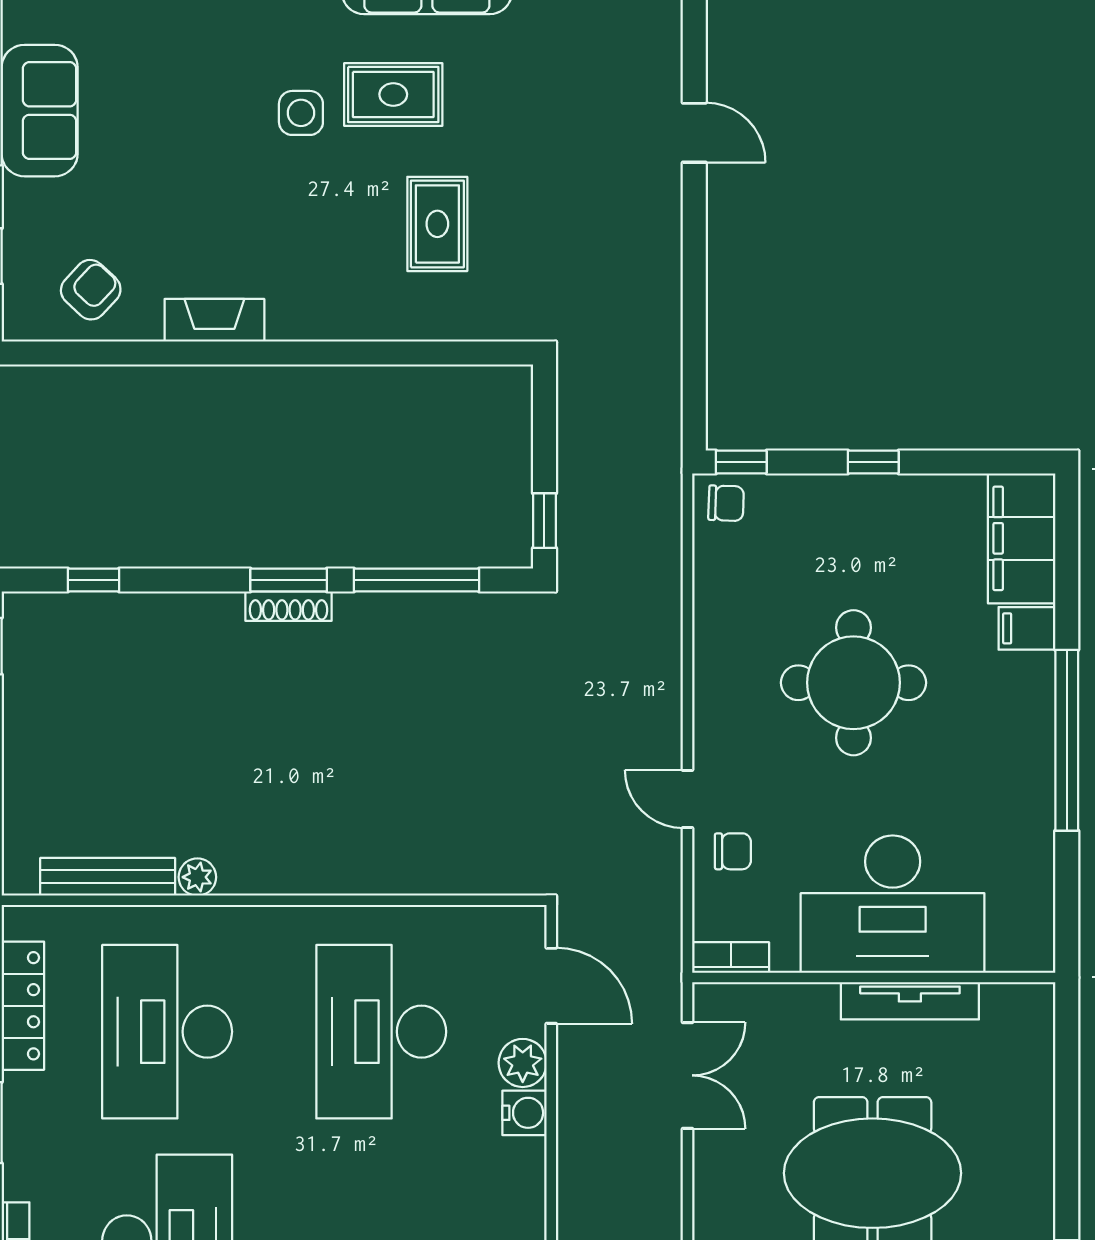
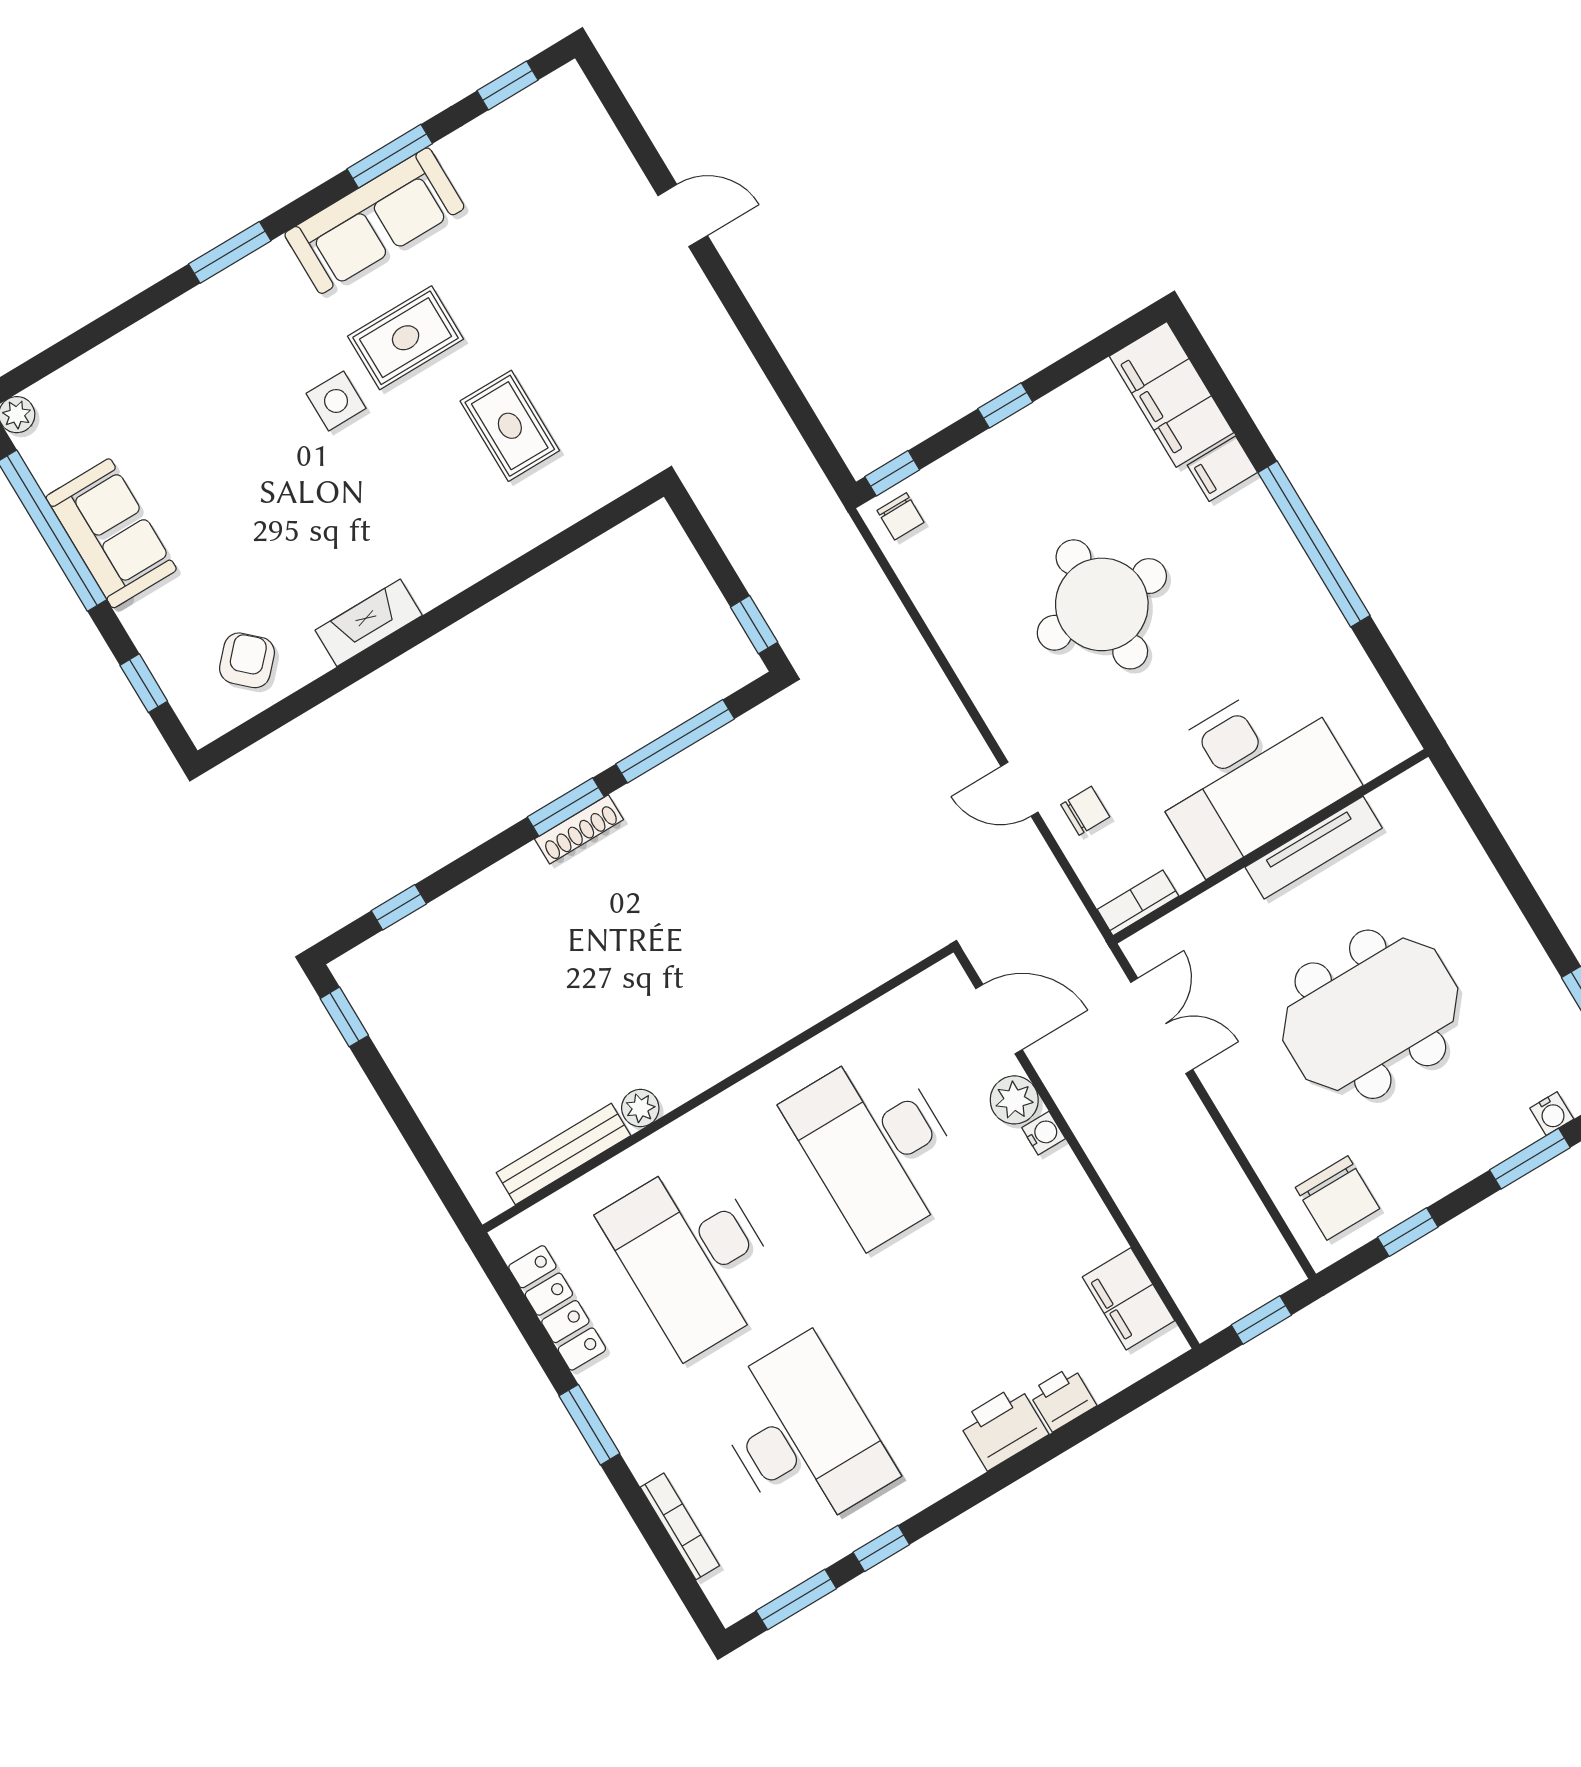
chair: (726, 503) -> (901, 516), turned 88
water cooler: (525, 1113) -> (1044, 1133), width x0.72, depth x0.72

